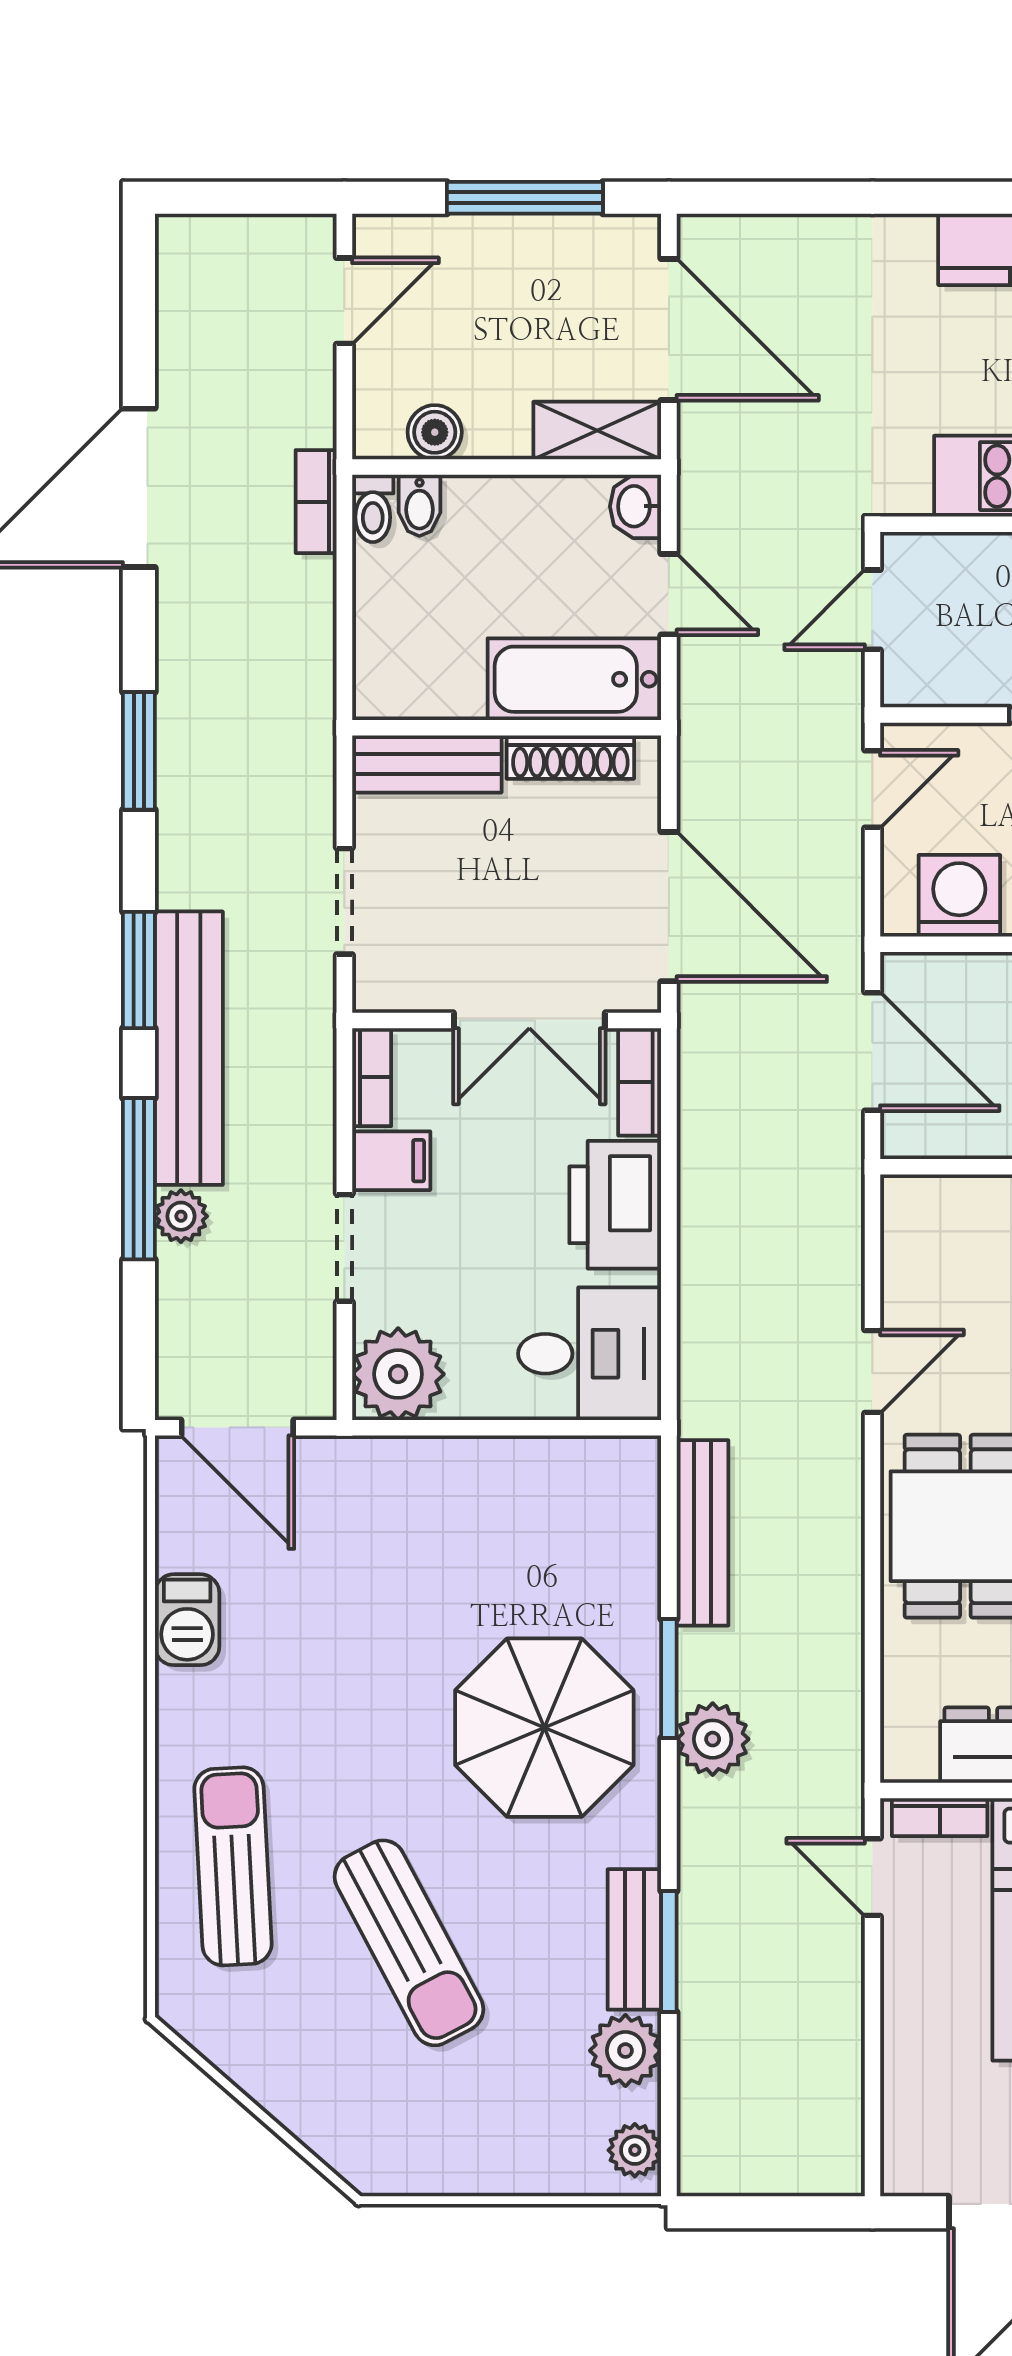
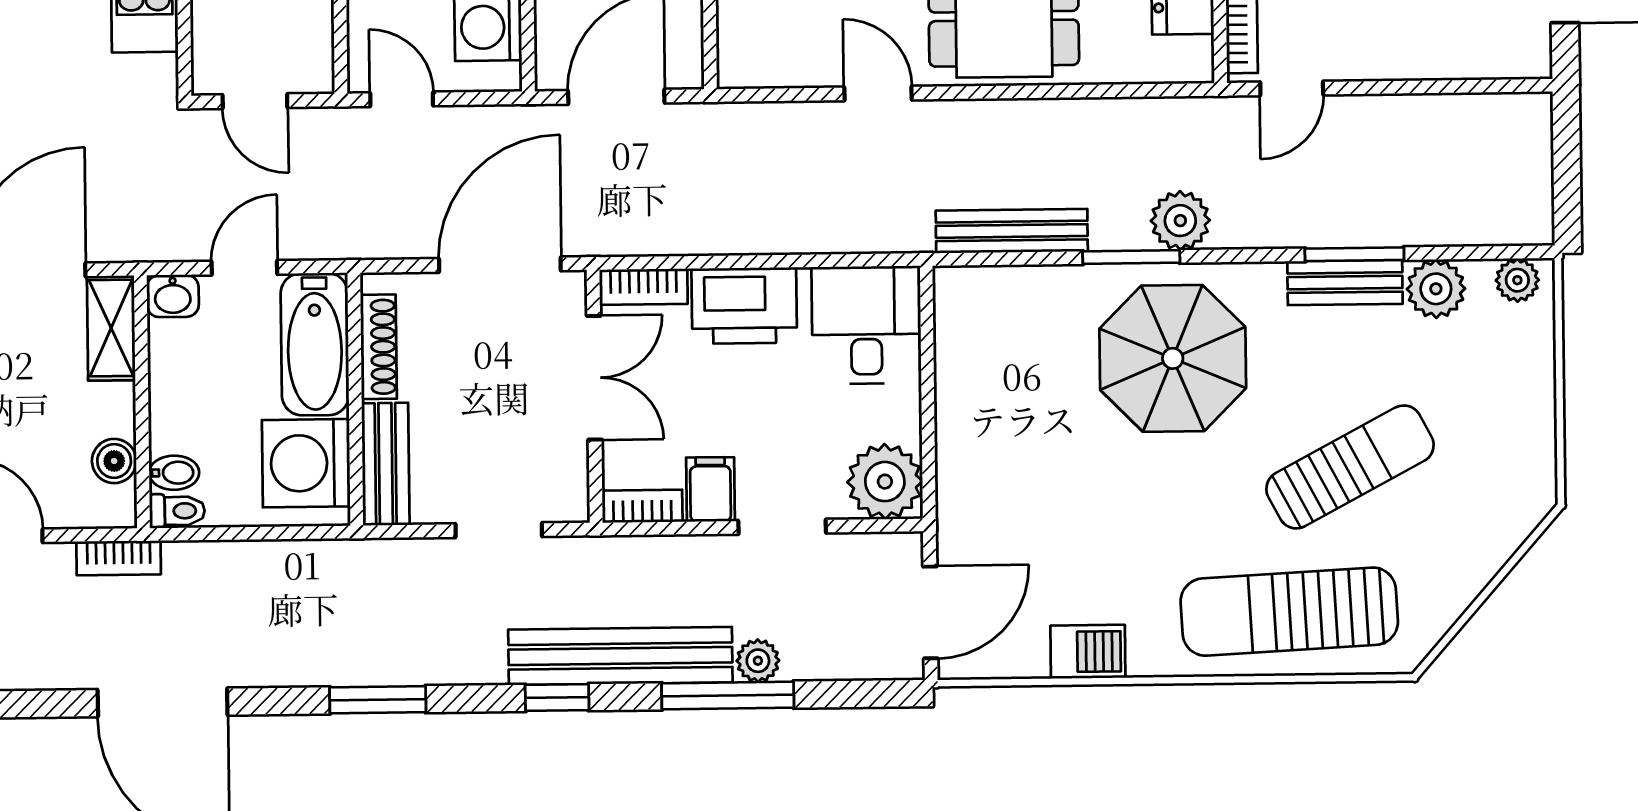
bookcase: (316, 502) -> (119, 558), moved
washing machine: (429, 667) -> (306, 463), added
window: (139, 970) -> (557, 698), width x0.67
sun lounger: (233, 1866) -> (1289, 612), width x1.36, depth x1.34

